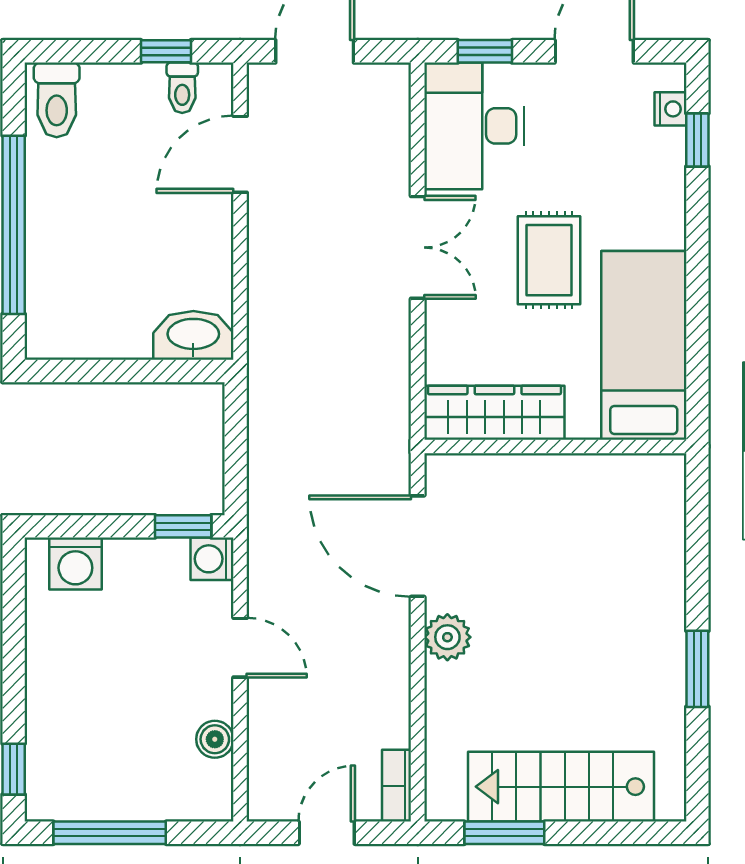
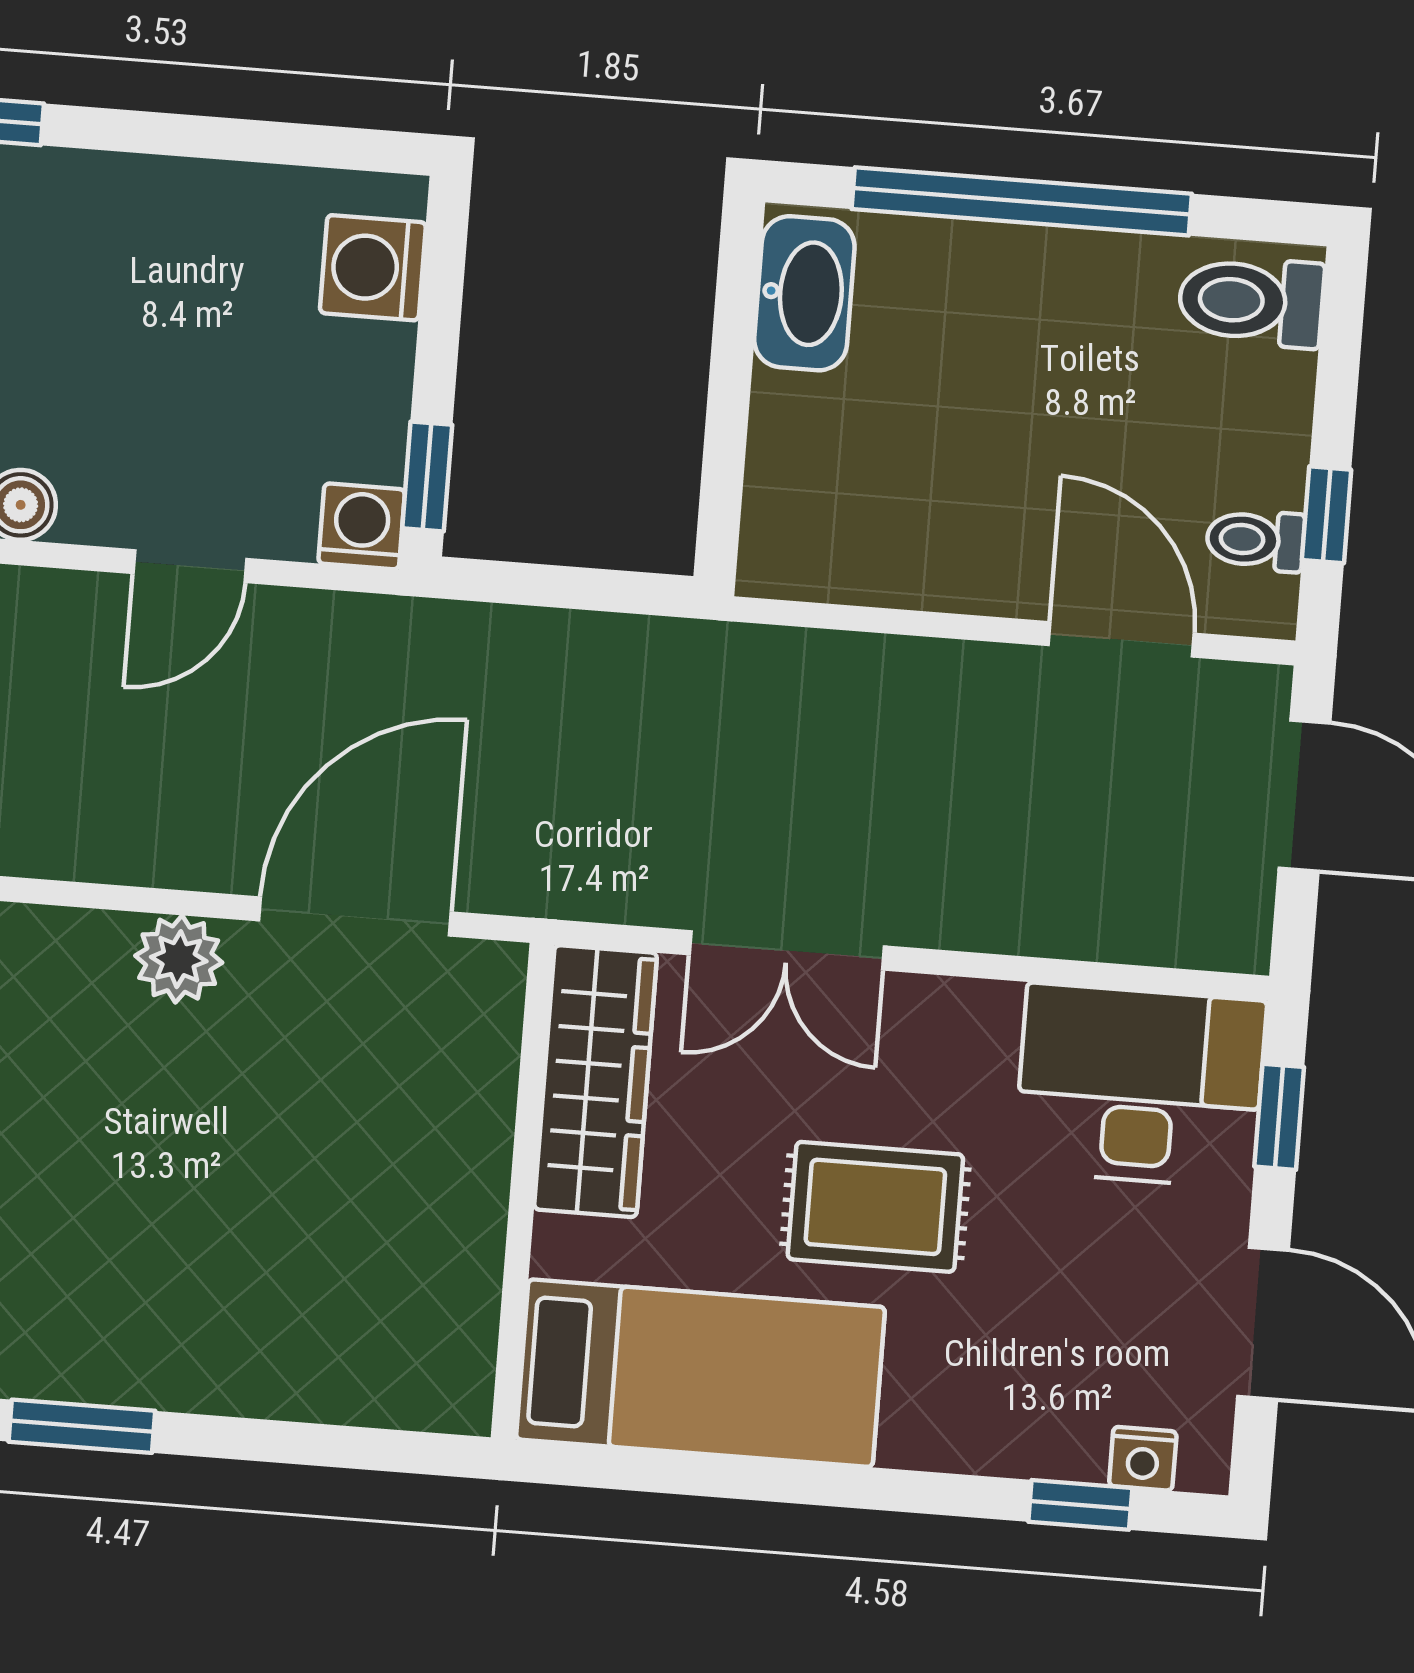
double door: (418, 247) -> (787, 950), moved
washbasin: (193, 335) -> (804, 293), moved

